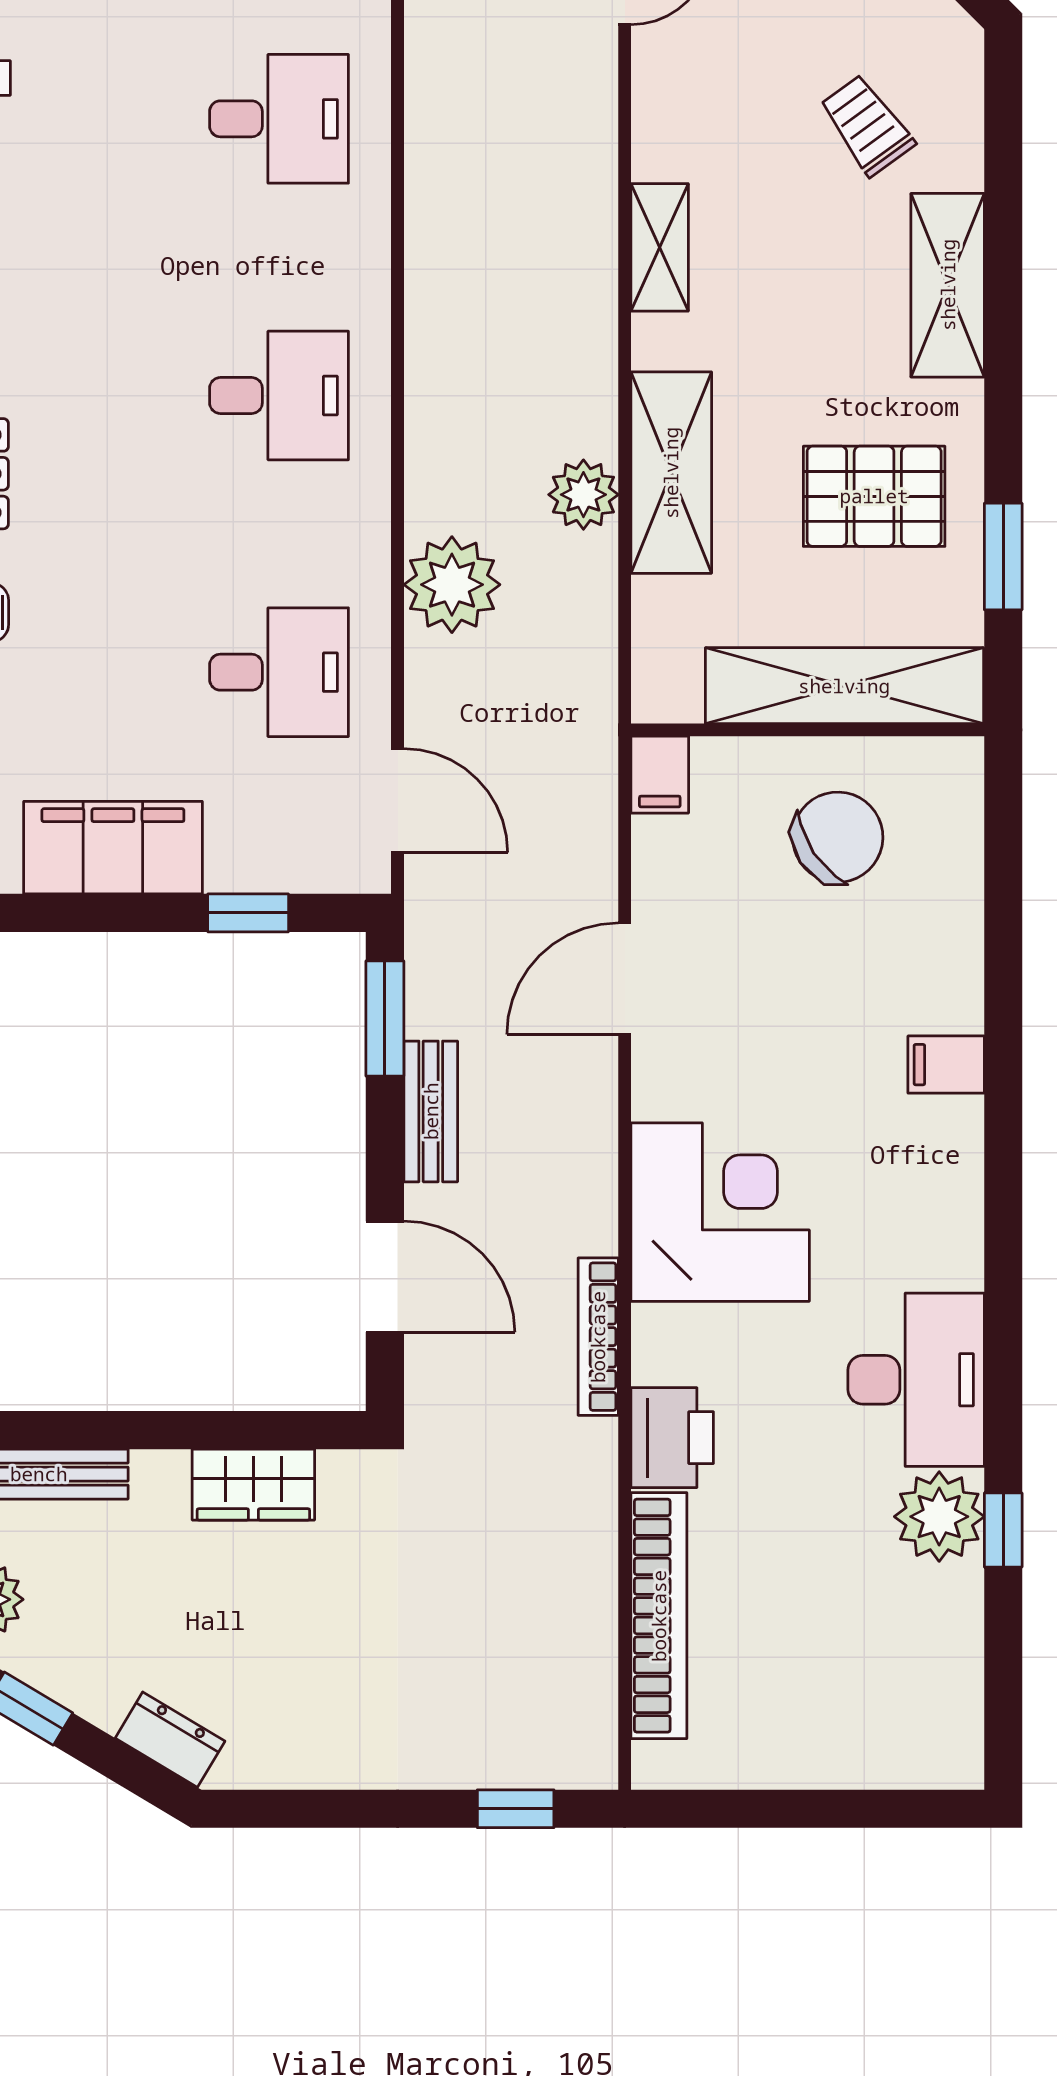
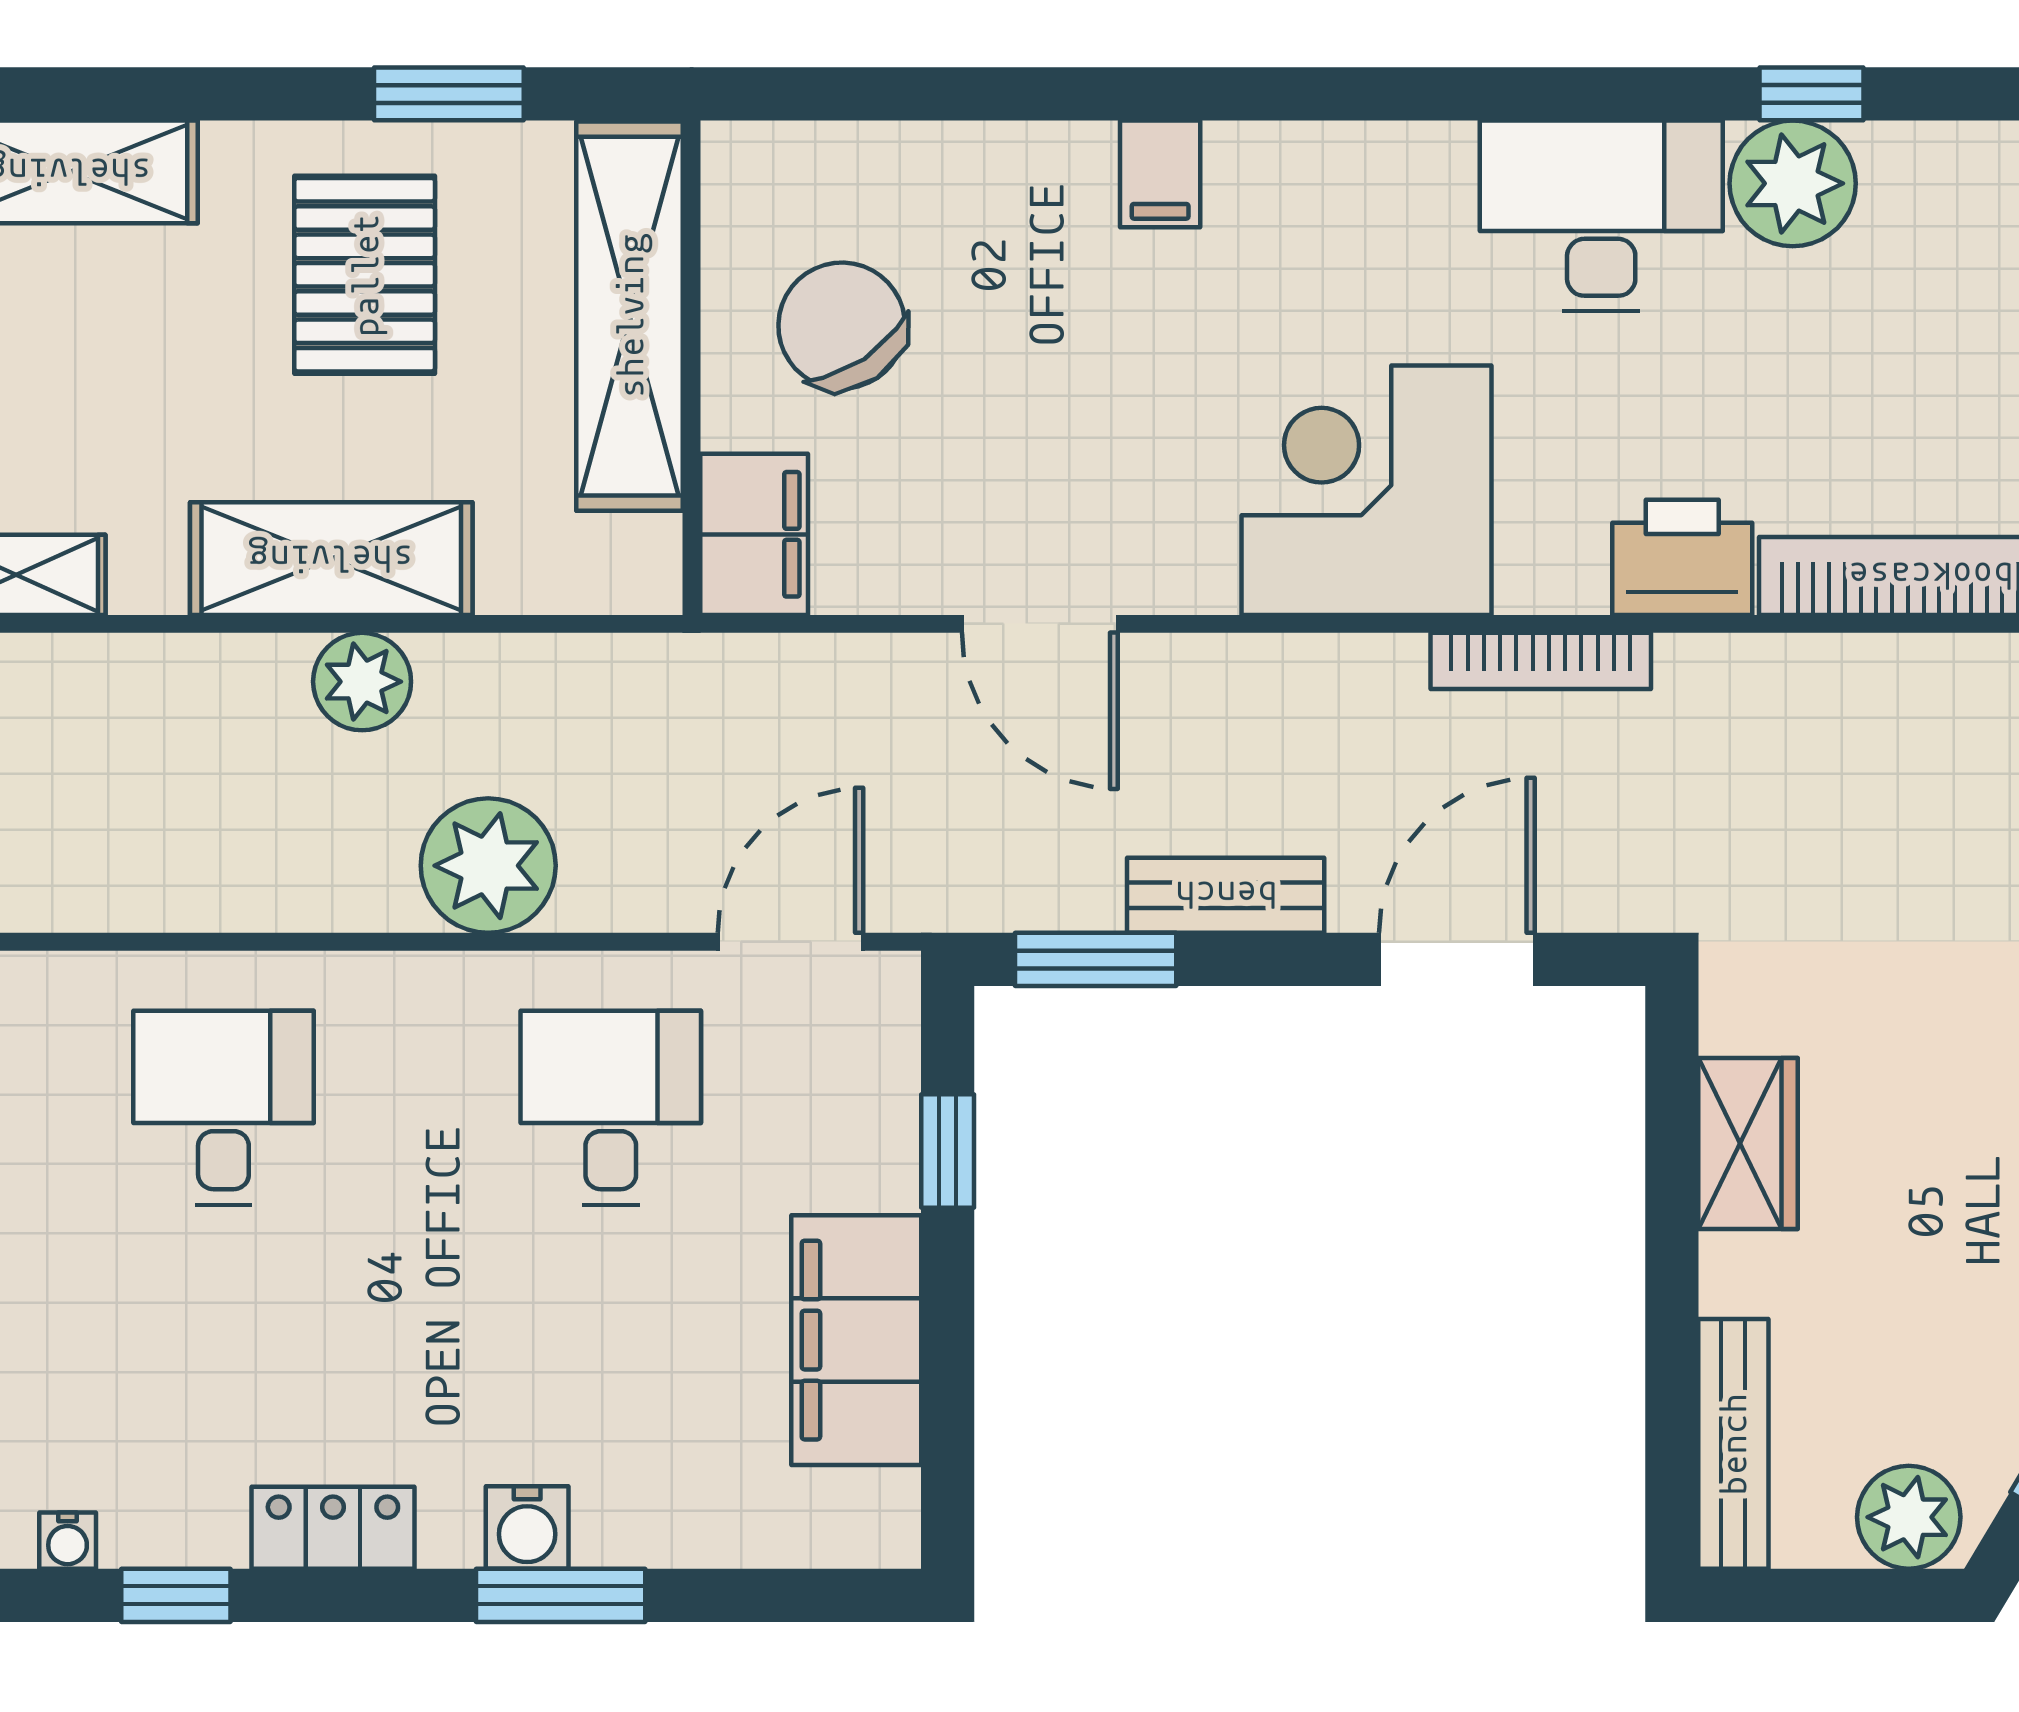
filing cabinet: (660, 775) -> (754, 534), width x2.00

